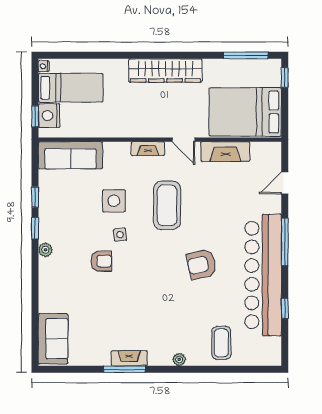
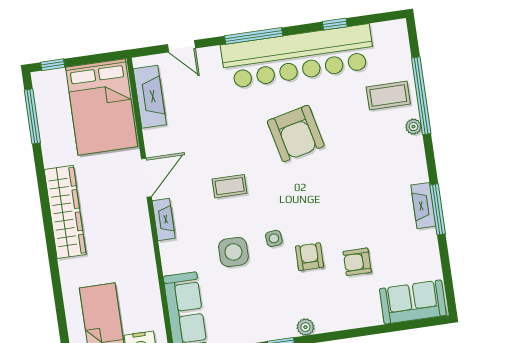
door: (183, 140) -> (146, 178), width x1.38
fireplace: (225, 152) -> (150, 97), moved
coffee table: (167, 205) -> (230, 186), width x0.54, depth x0.58
armchair: (202, 264) -> (296, 134), width x1.36, depth x1.36
armchair: (92, 299) -> (357, 262), added
plant: (179, 359) -> (413, 127), moved
window: (217, 369) -> (421, 96), added

